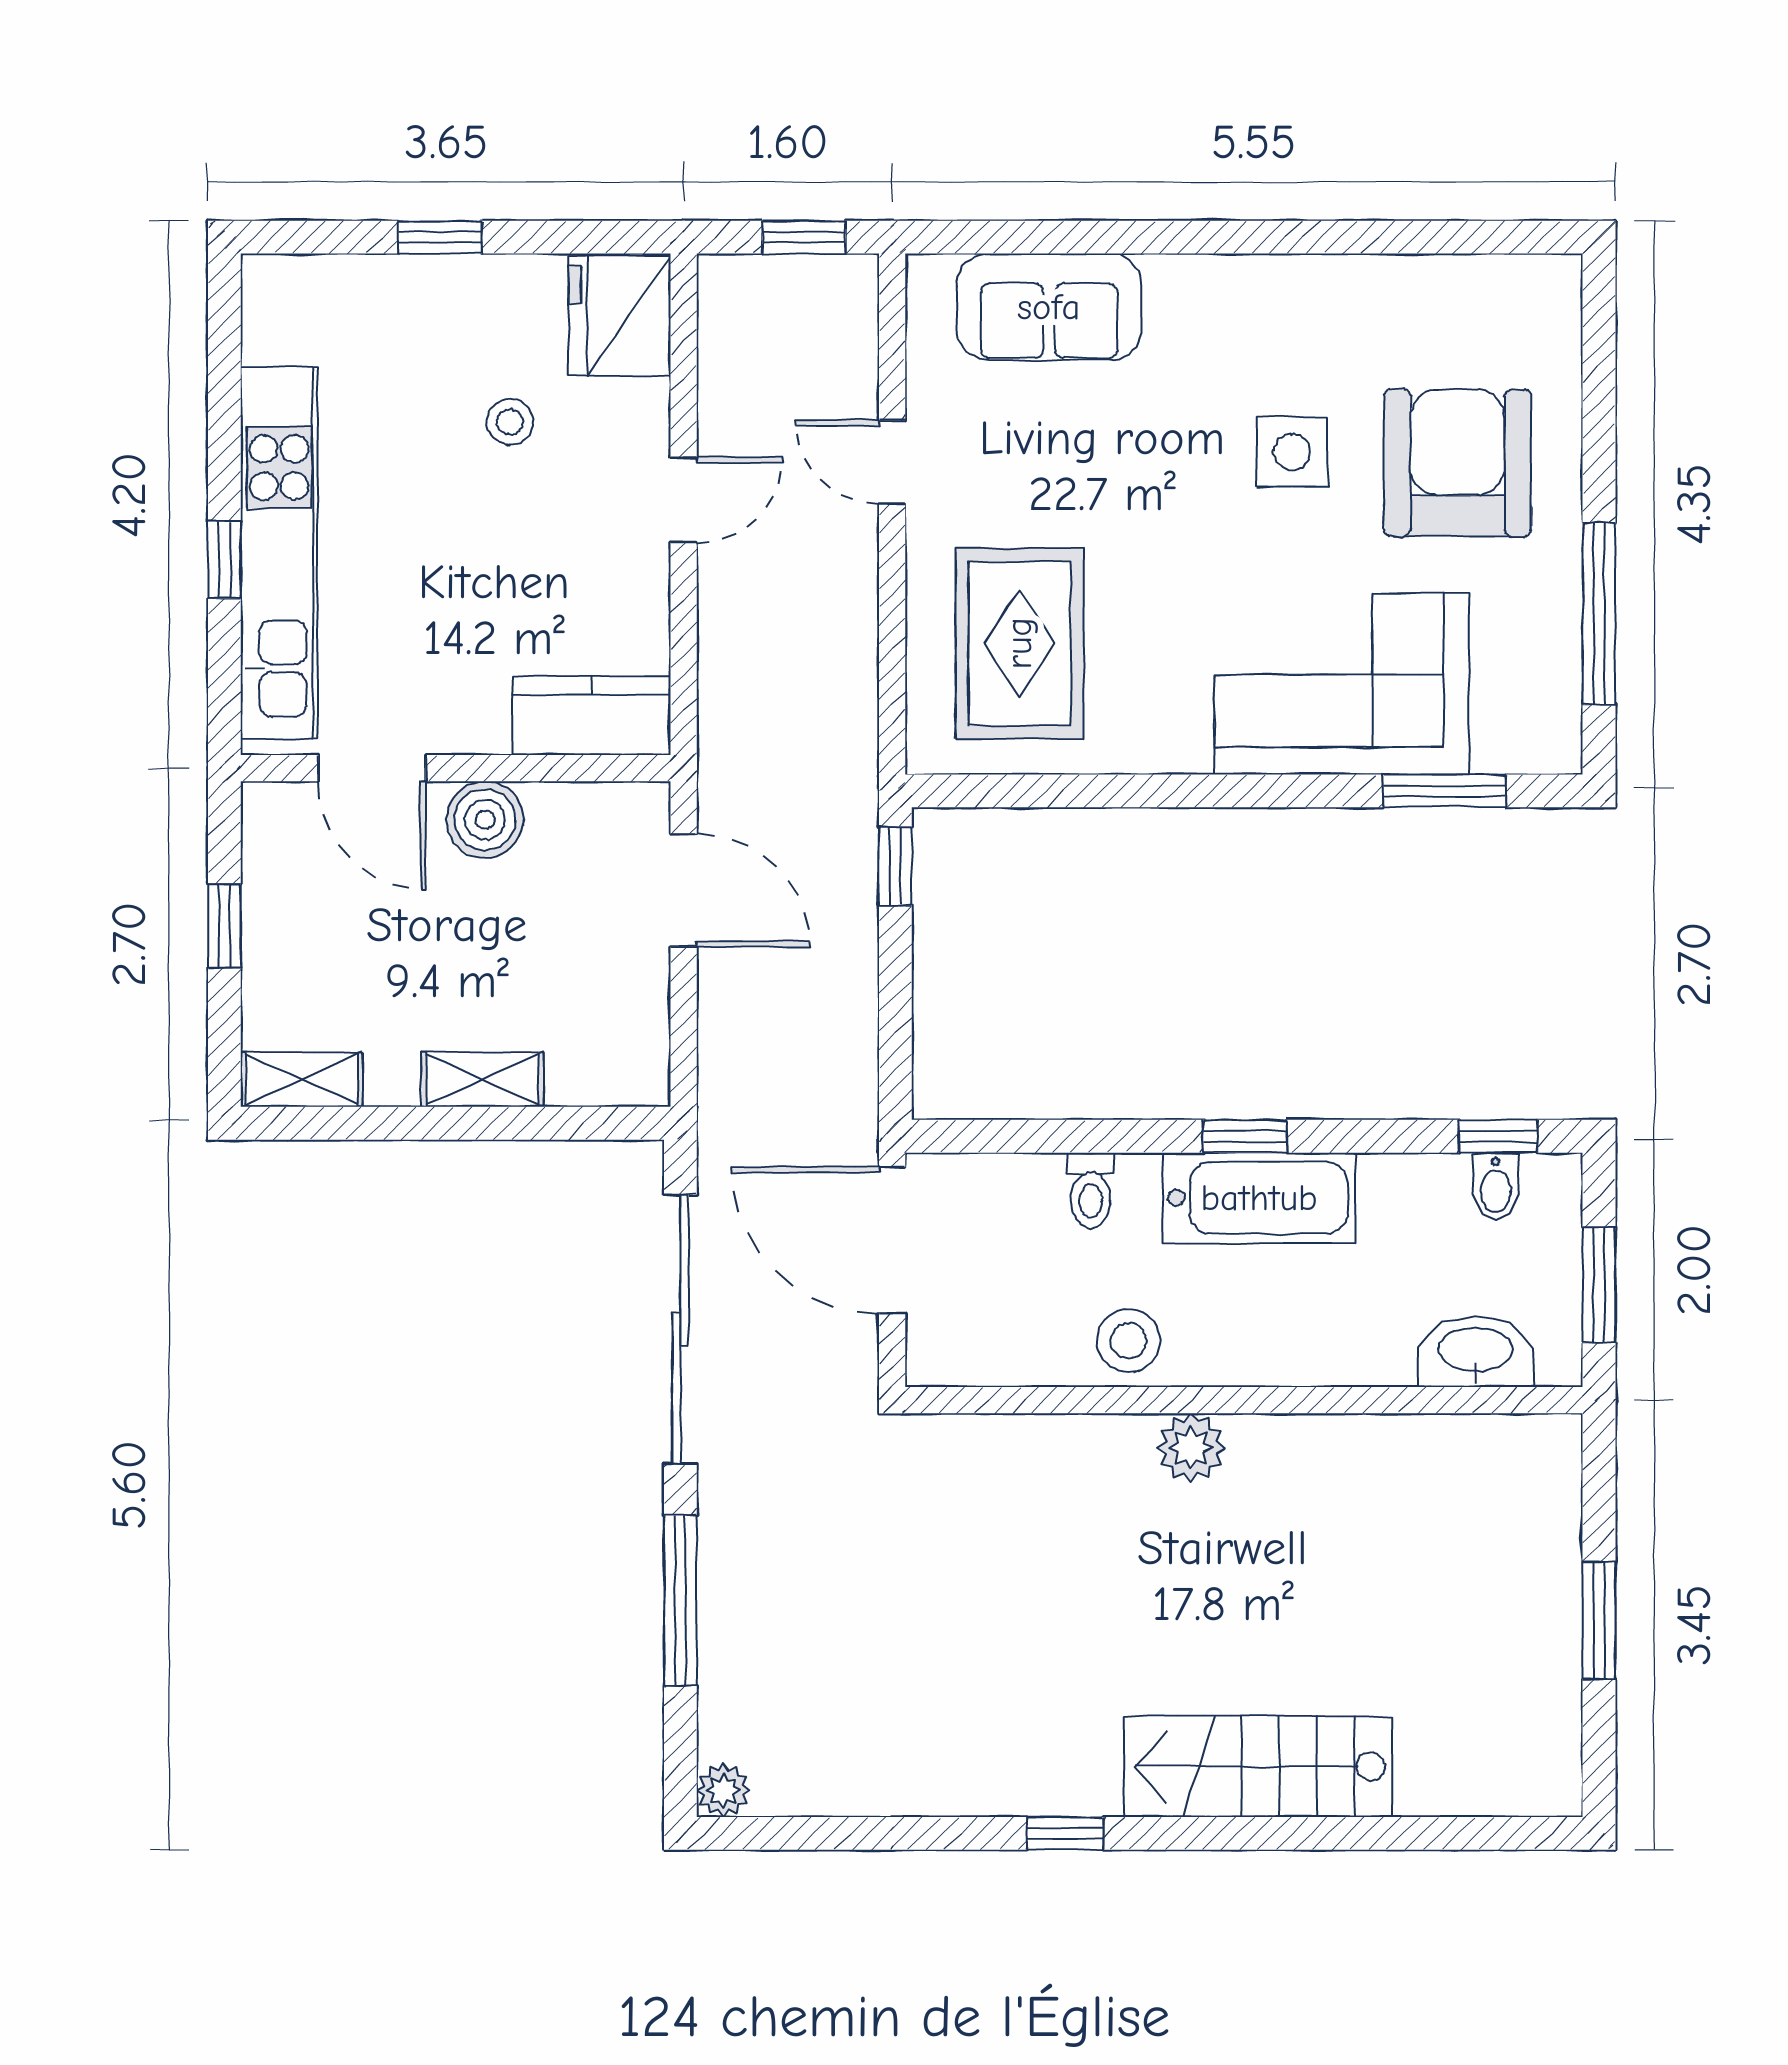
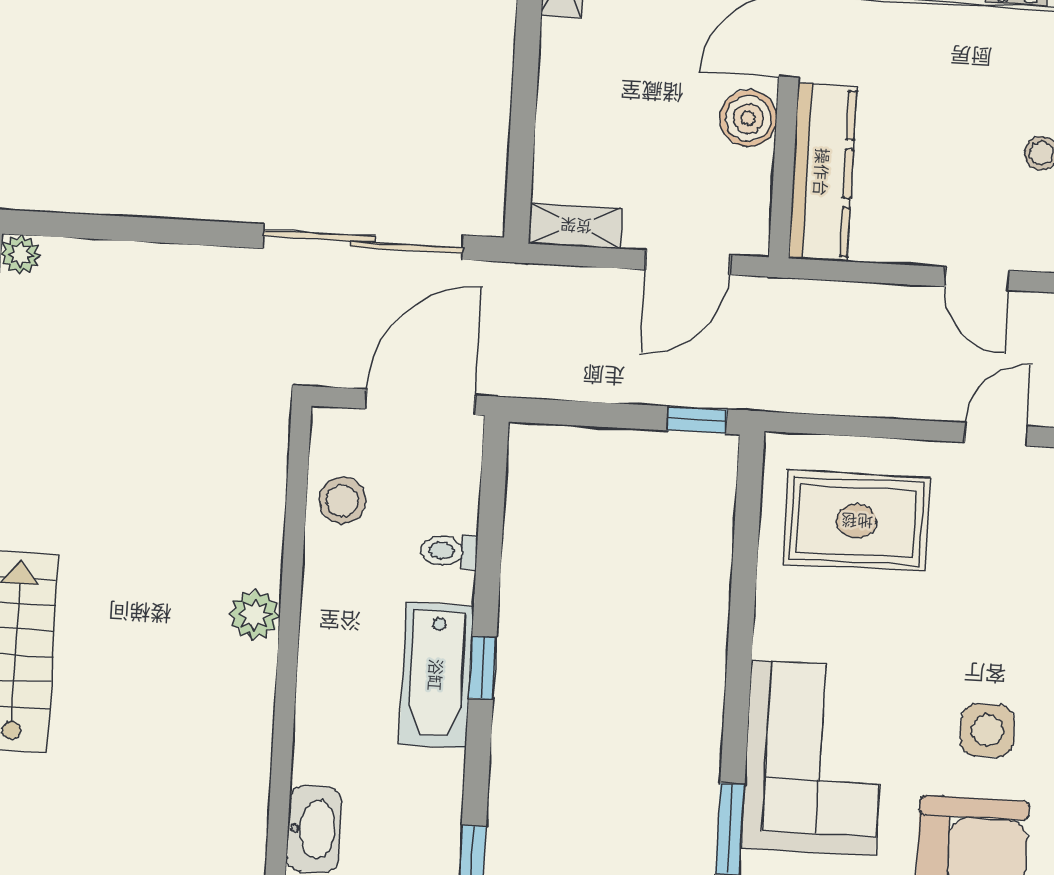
kitchen counter: (592, 716) -> (822, 172), width x1.50
shelving: (482, 1079) -> (576, 226), moved, turned 90
bidet: (1496, 1186) -> (435, 851), removed
stool: (1128, 1341) -> (342, 500), moved
window: (680, 1600) -> (163, 231), removed

